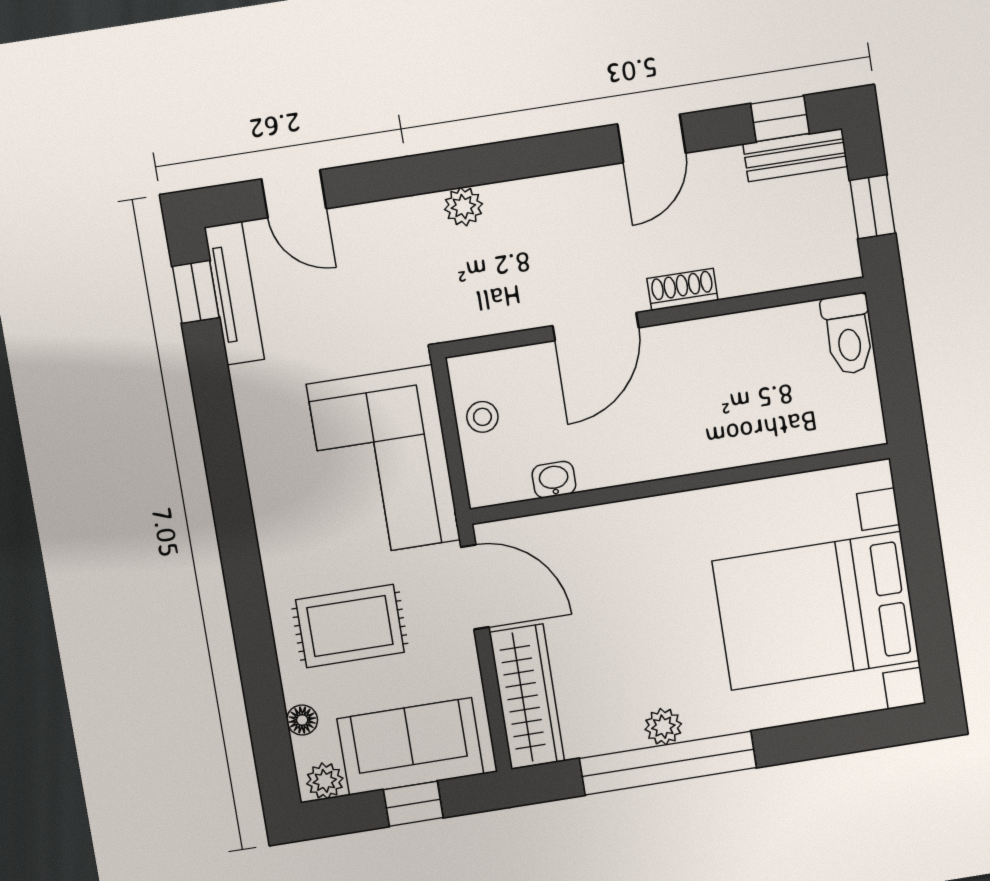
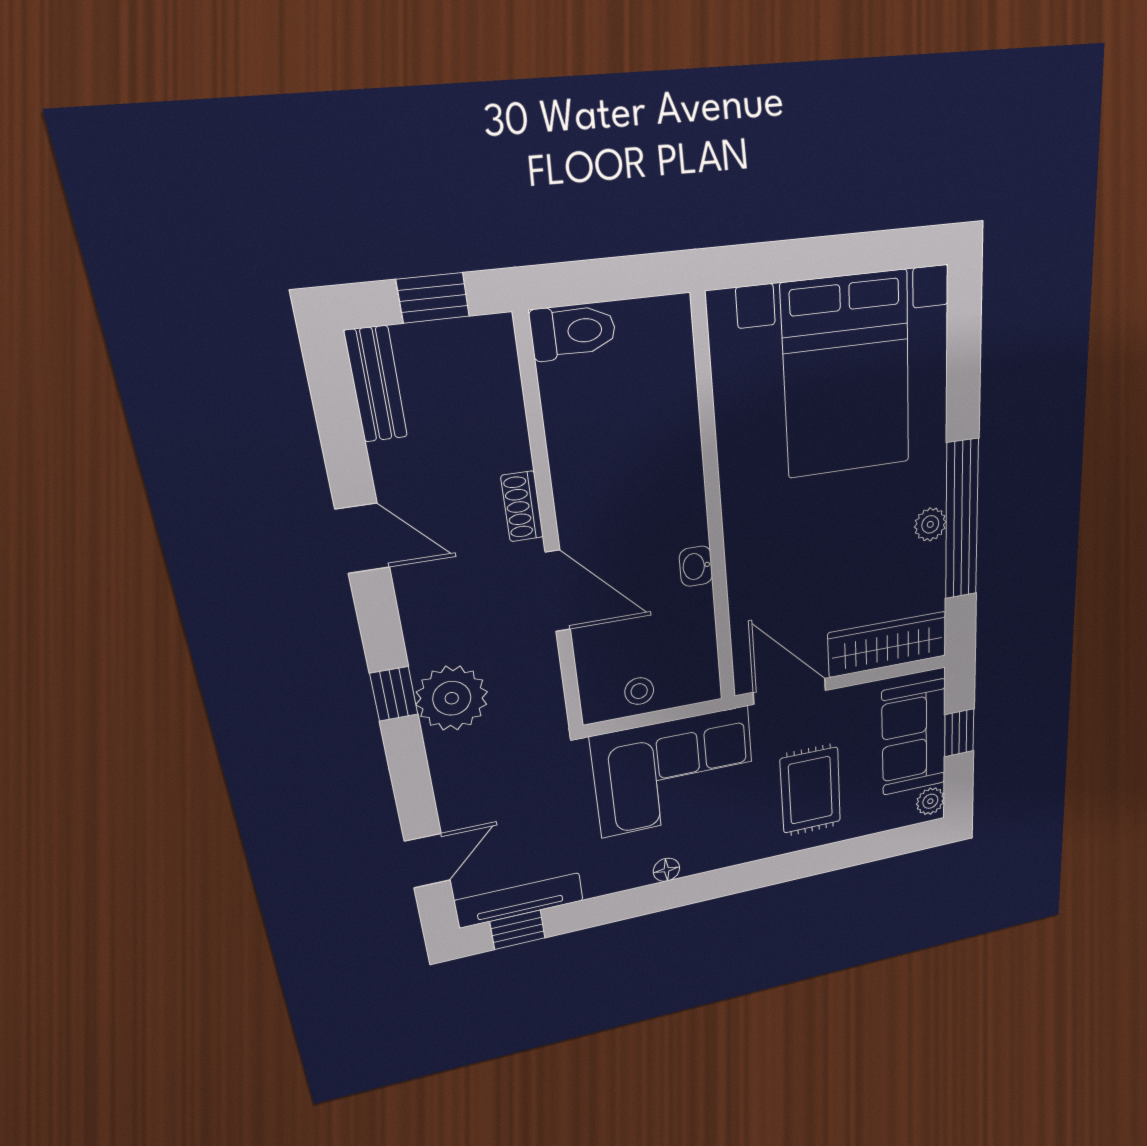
window: (780, 119) -> (394, 694), moved
plant: (463, 207) -> (452, 698), width x1.87, depth x1.87
washbasin: (554, 480) -> (696, 566), moved
door: (475, 587) -> (790, 691), hinge flipped
floor lamp: (302, 720) -> (666, 870), moved

